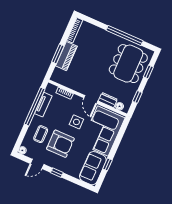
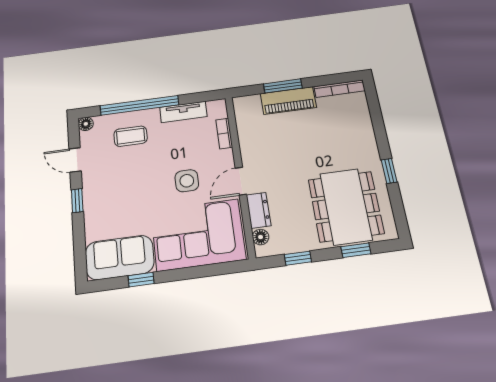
window: (125, 35) -> (389, 171), width x0.32
dining table: (128, 64) -> (346, 206), turned 90
window: (35, 107) -> (139, 105), moved
armchair: (60, 144) -> (133, 177), removed

